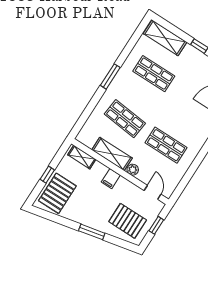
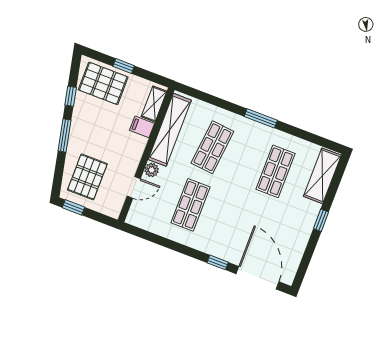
shelving: (112, 154) -> (170, 130), width x1.47
filing cabinet: (111, 179) -> (142, 127), moved
door: (153, 192) -> (134, 187), moved
window: (62, 221) -> (71, 96), added
window: (156, 225) -> (73, 207), moved

